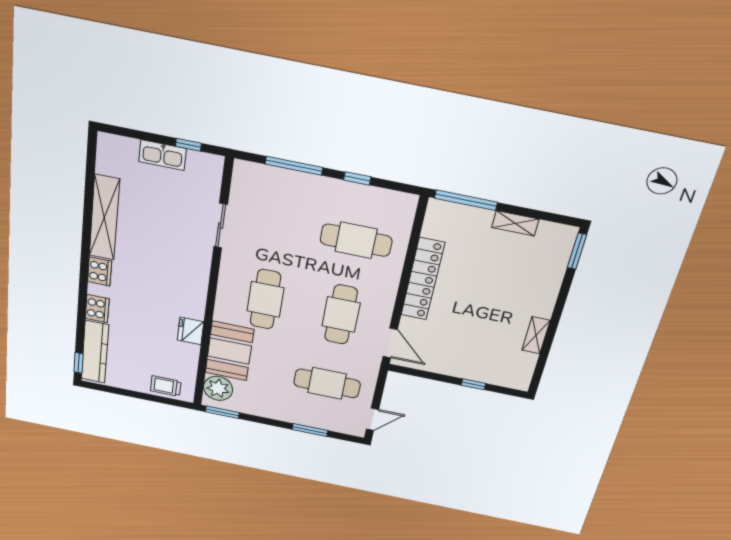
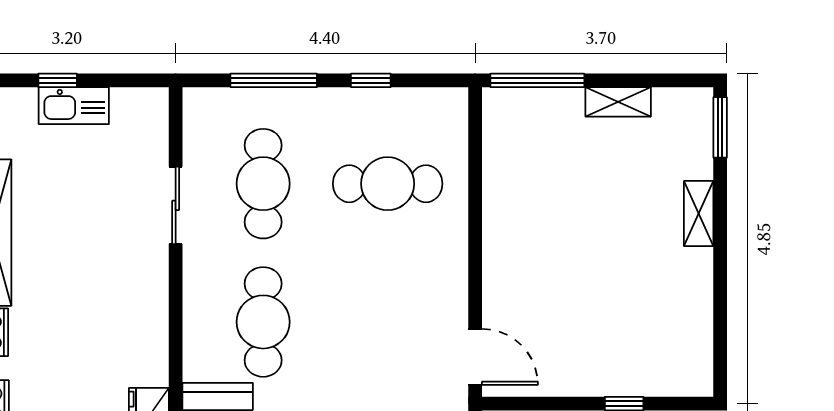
window: (188, 145) -> (58, 80), moved
locker: (423, 279) -> (502, 228), removed
cafe table: (341, 315) -> (263, 184), moved
shelving: (536, 335) -> (699, 214), moved

